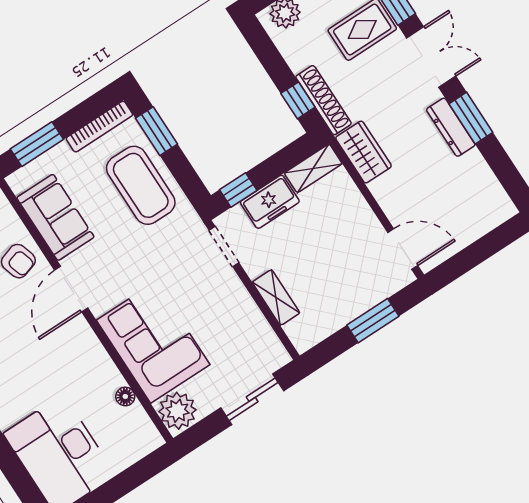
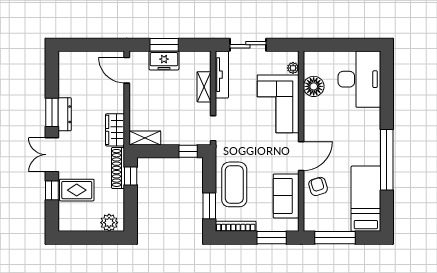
freezer: (270, 202) -> (164, 60), moved, turned 180
tv unit: (262, 332) -> (222, 75), added
floor lamp: (125, 396) -> (314, 86), width x1.89, depth x1.89
plant: (178, 411) -> (293, 68), width x0.53, depth x0.53

